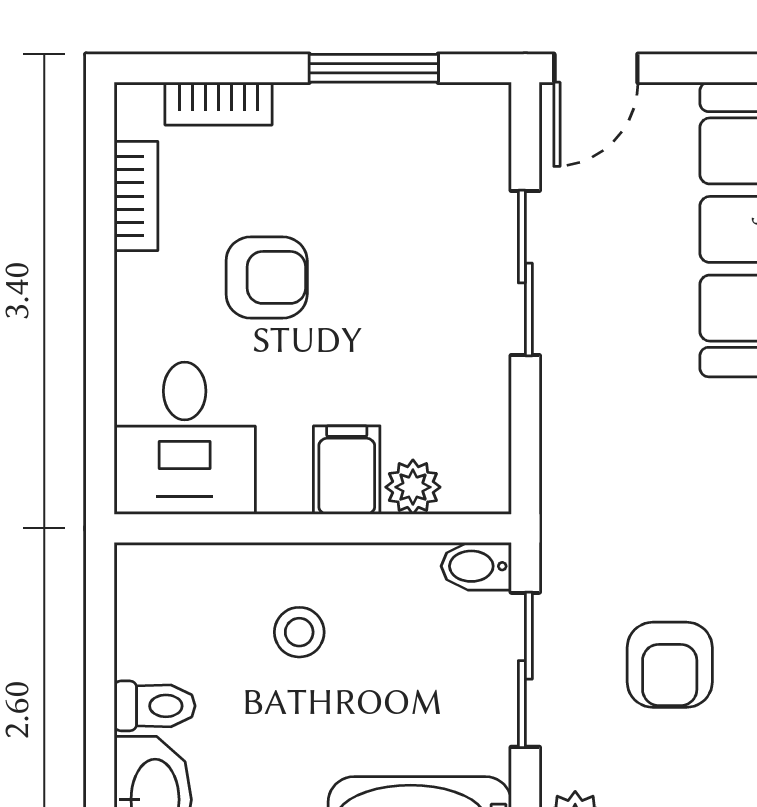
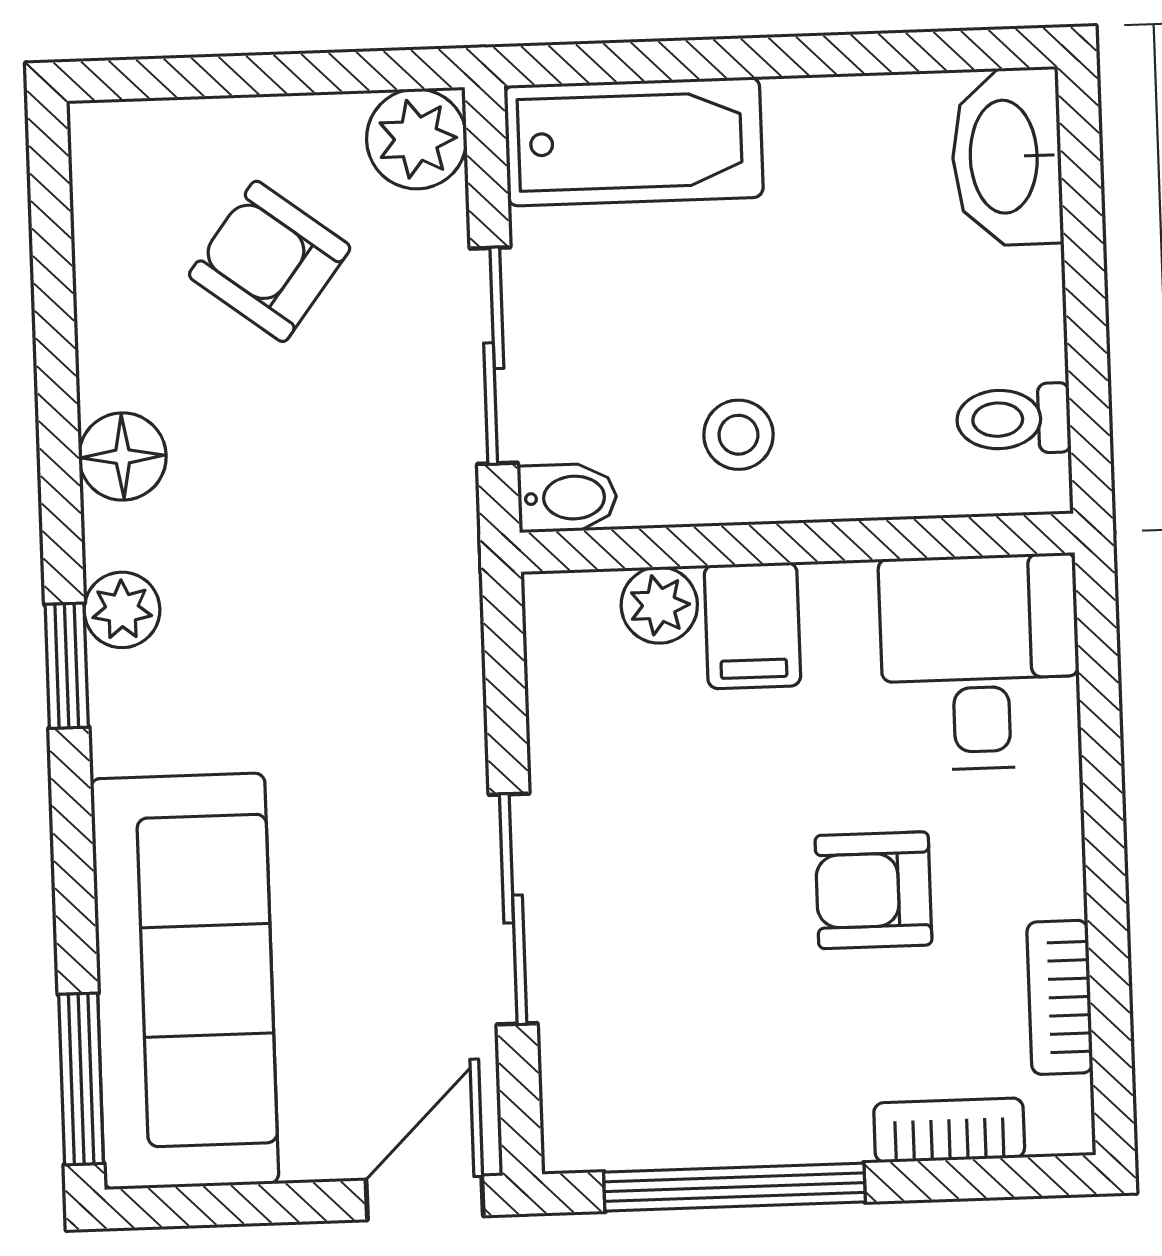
window: (374, 68) -> (734, 1187), width x1.44
stool: (299, 632) -> (738, 435), moved
armchair: (670, 665) -> (270, 261), moved, turned -53
toilet: (155, 706) -> (1014, 419), moved

